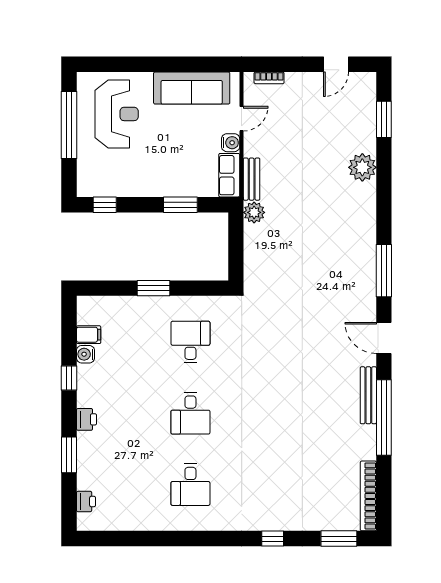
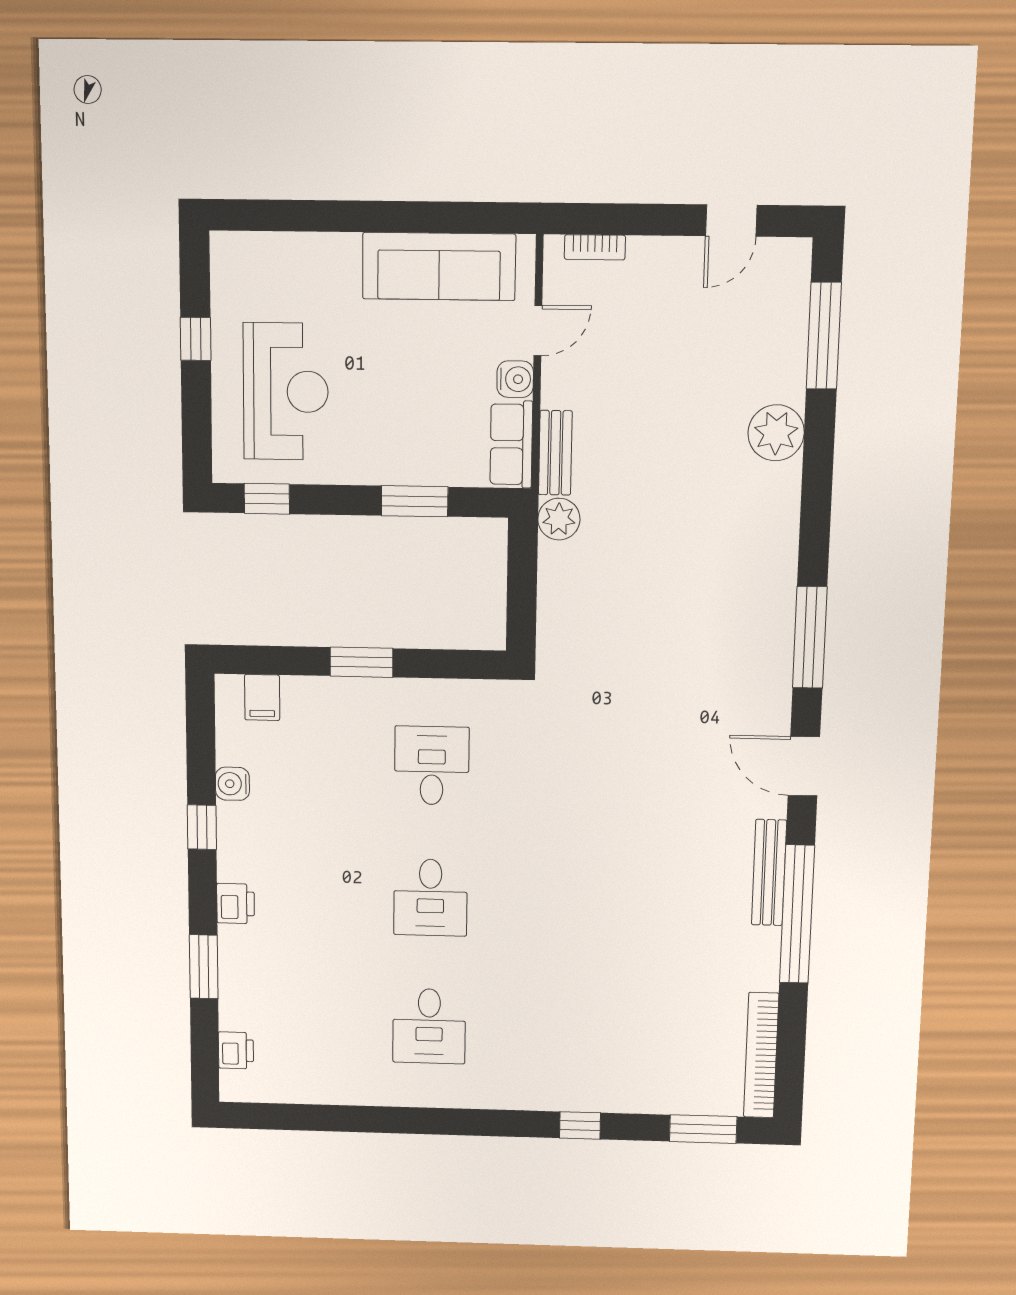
reception desk: (117, 114) -> (286, 391), moved
window: (384, 119) -> (824, 336), width x1.44
window: (69, 125) -> (196, 339), width x0.32
filing cabinet: (89, 335) -> (262, 698), moved, turned 90

